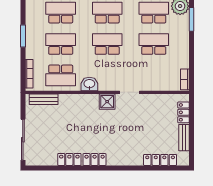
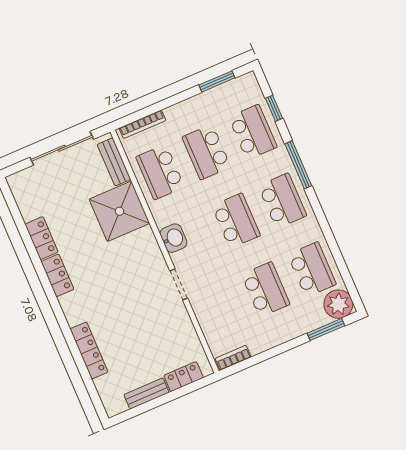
window: (23, 36) -> (217, 81), moved
school desk: (61, 44) -> (206, 152), turned 180
washbasin: (89, 84) -> (173, 238), moved
shower: (107, 102) -> (119, 211), moved, width x1.86, depth x1.86
sliding door: (23, 140) -> (62, 148), moved
locker: (160, 160) -> (89, 350), moved

